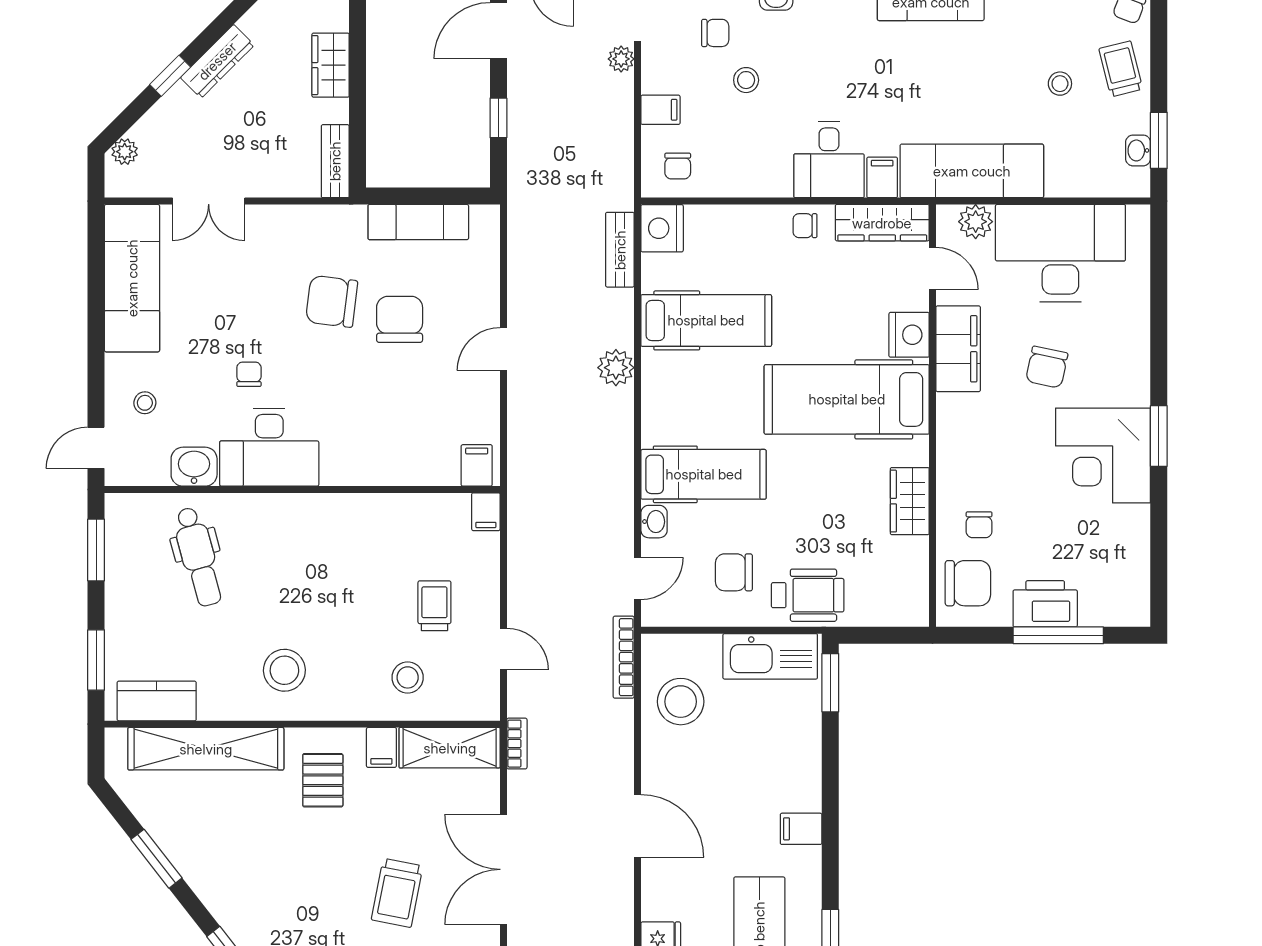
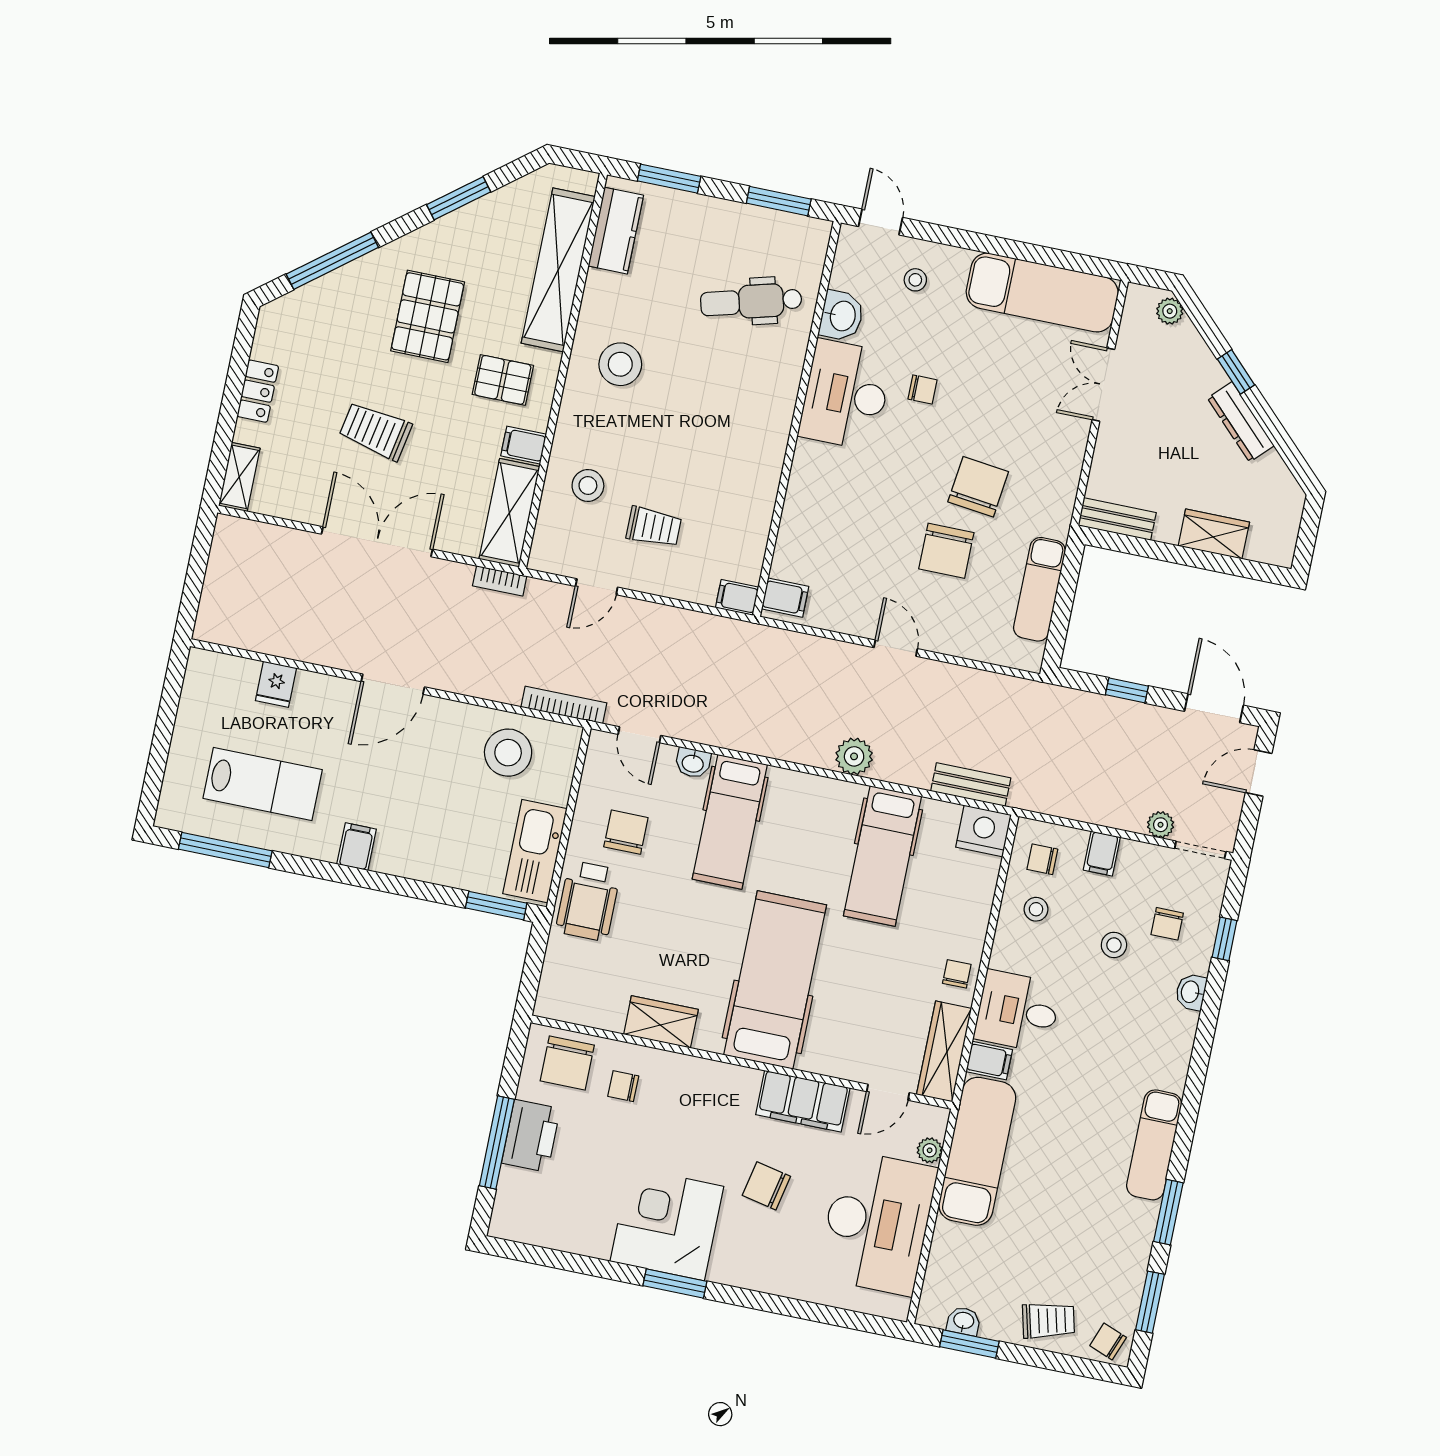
stool: (1060, 84) -> (1036, 909), moved
plant: (976, 222) -> (930, 1150), width x0.73, depth x0.73
chair: (400, 319) -> (946, 551), turned 90
nightstand: (909, 335) -> (827, 1055), removed
pallet: (276, 865) -> (428, 316), added

